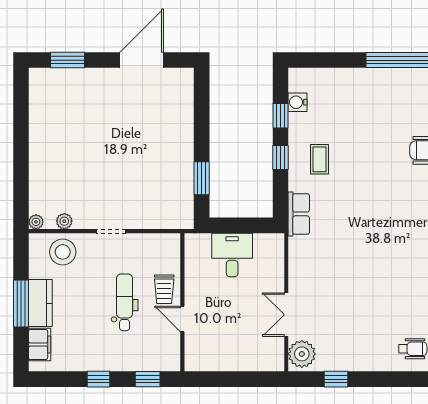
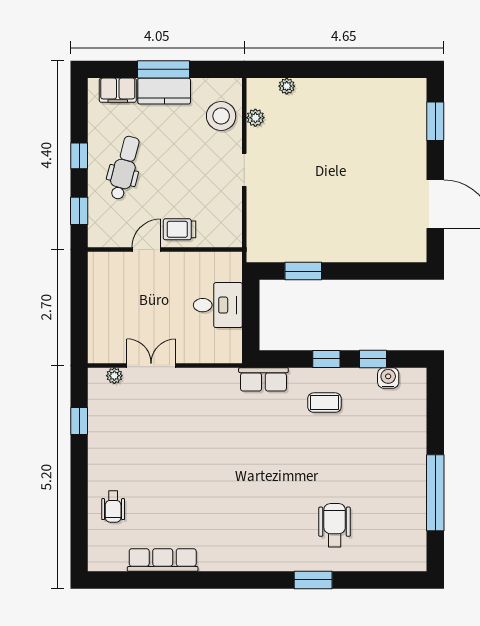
plant: (36, 222) -> (287, 86), moved
dental chair: (125, 302) -> (125, 168), moved, turned -75
plant: (302, 354) -> (114, 376), width x0.53, depth x0.53

